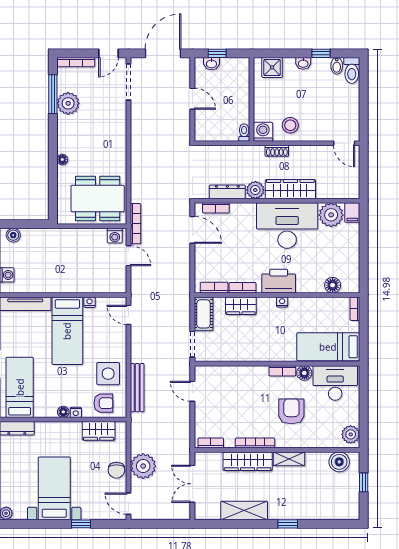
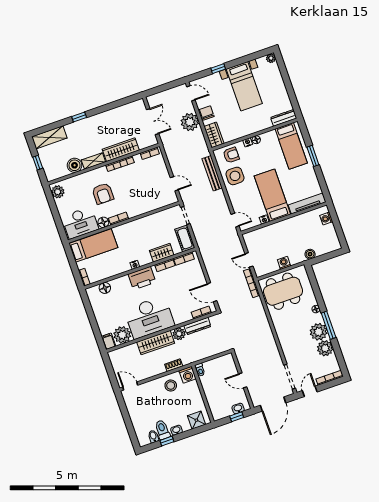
toilet: (352, 70) -> (162, 430), moved
window: (53, 94) -> (329, 325), moved
plant: (69, 128) -> (319, 332), added
boiler: (13, 235) -> (310, 254), moved
washing machine: (115, 236) -> (284, 263), moved
armchair: (103, 403) -> (231, 155), turned 180
wardrobe: (99, 431) -> (214, 135), moved, turned 90
boiler: (339, 462) -> (75, 165), moved
shelving: (244, 511) -> (49, 137), moved

